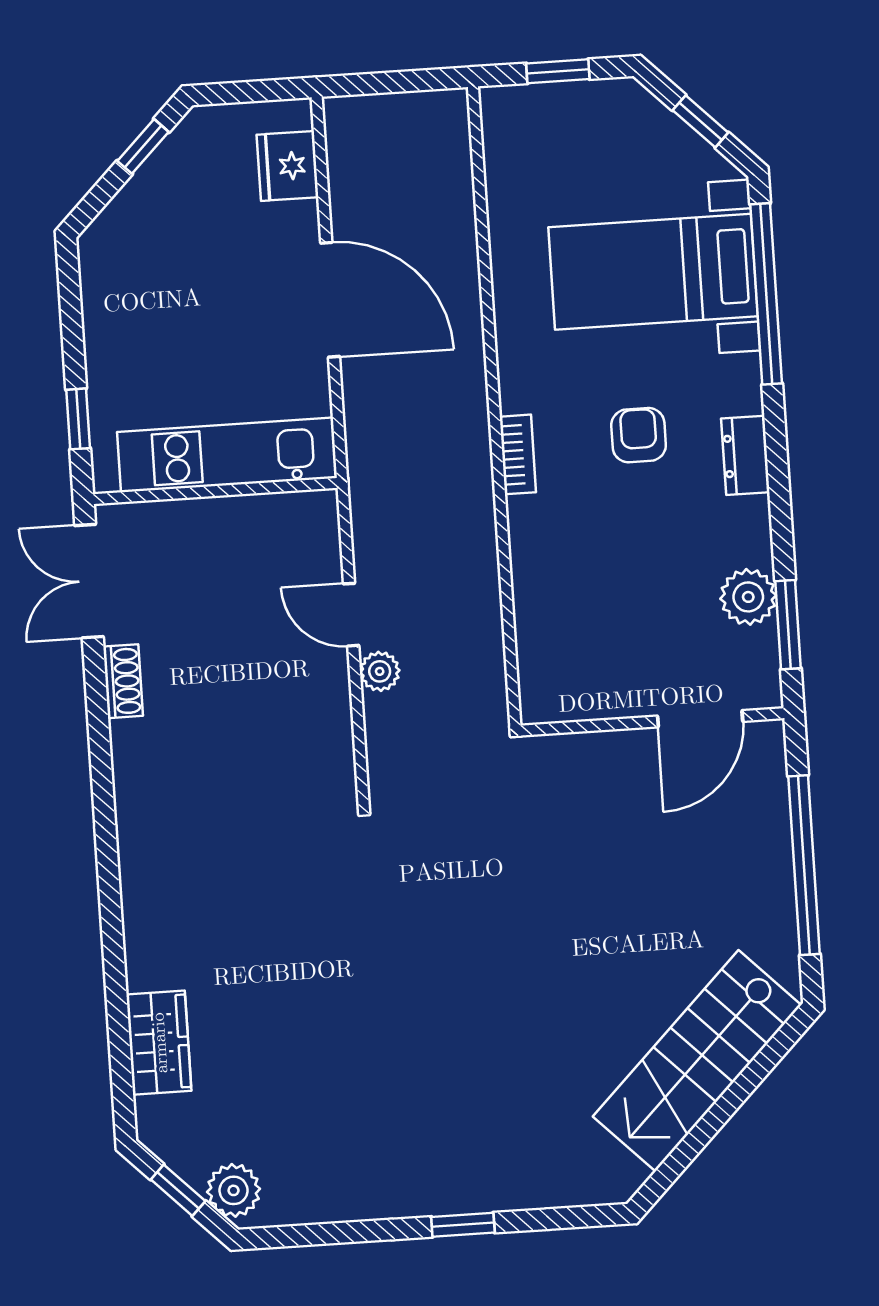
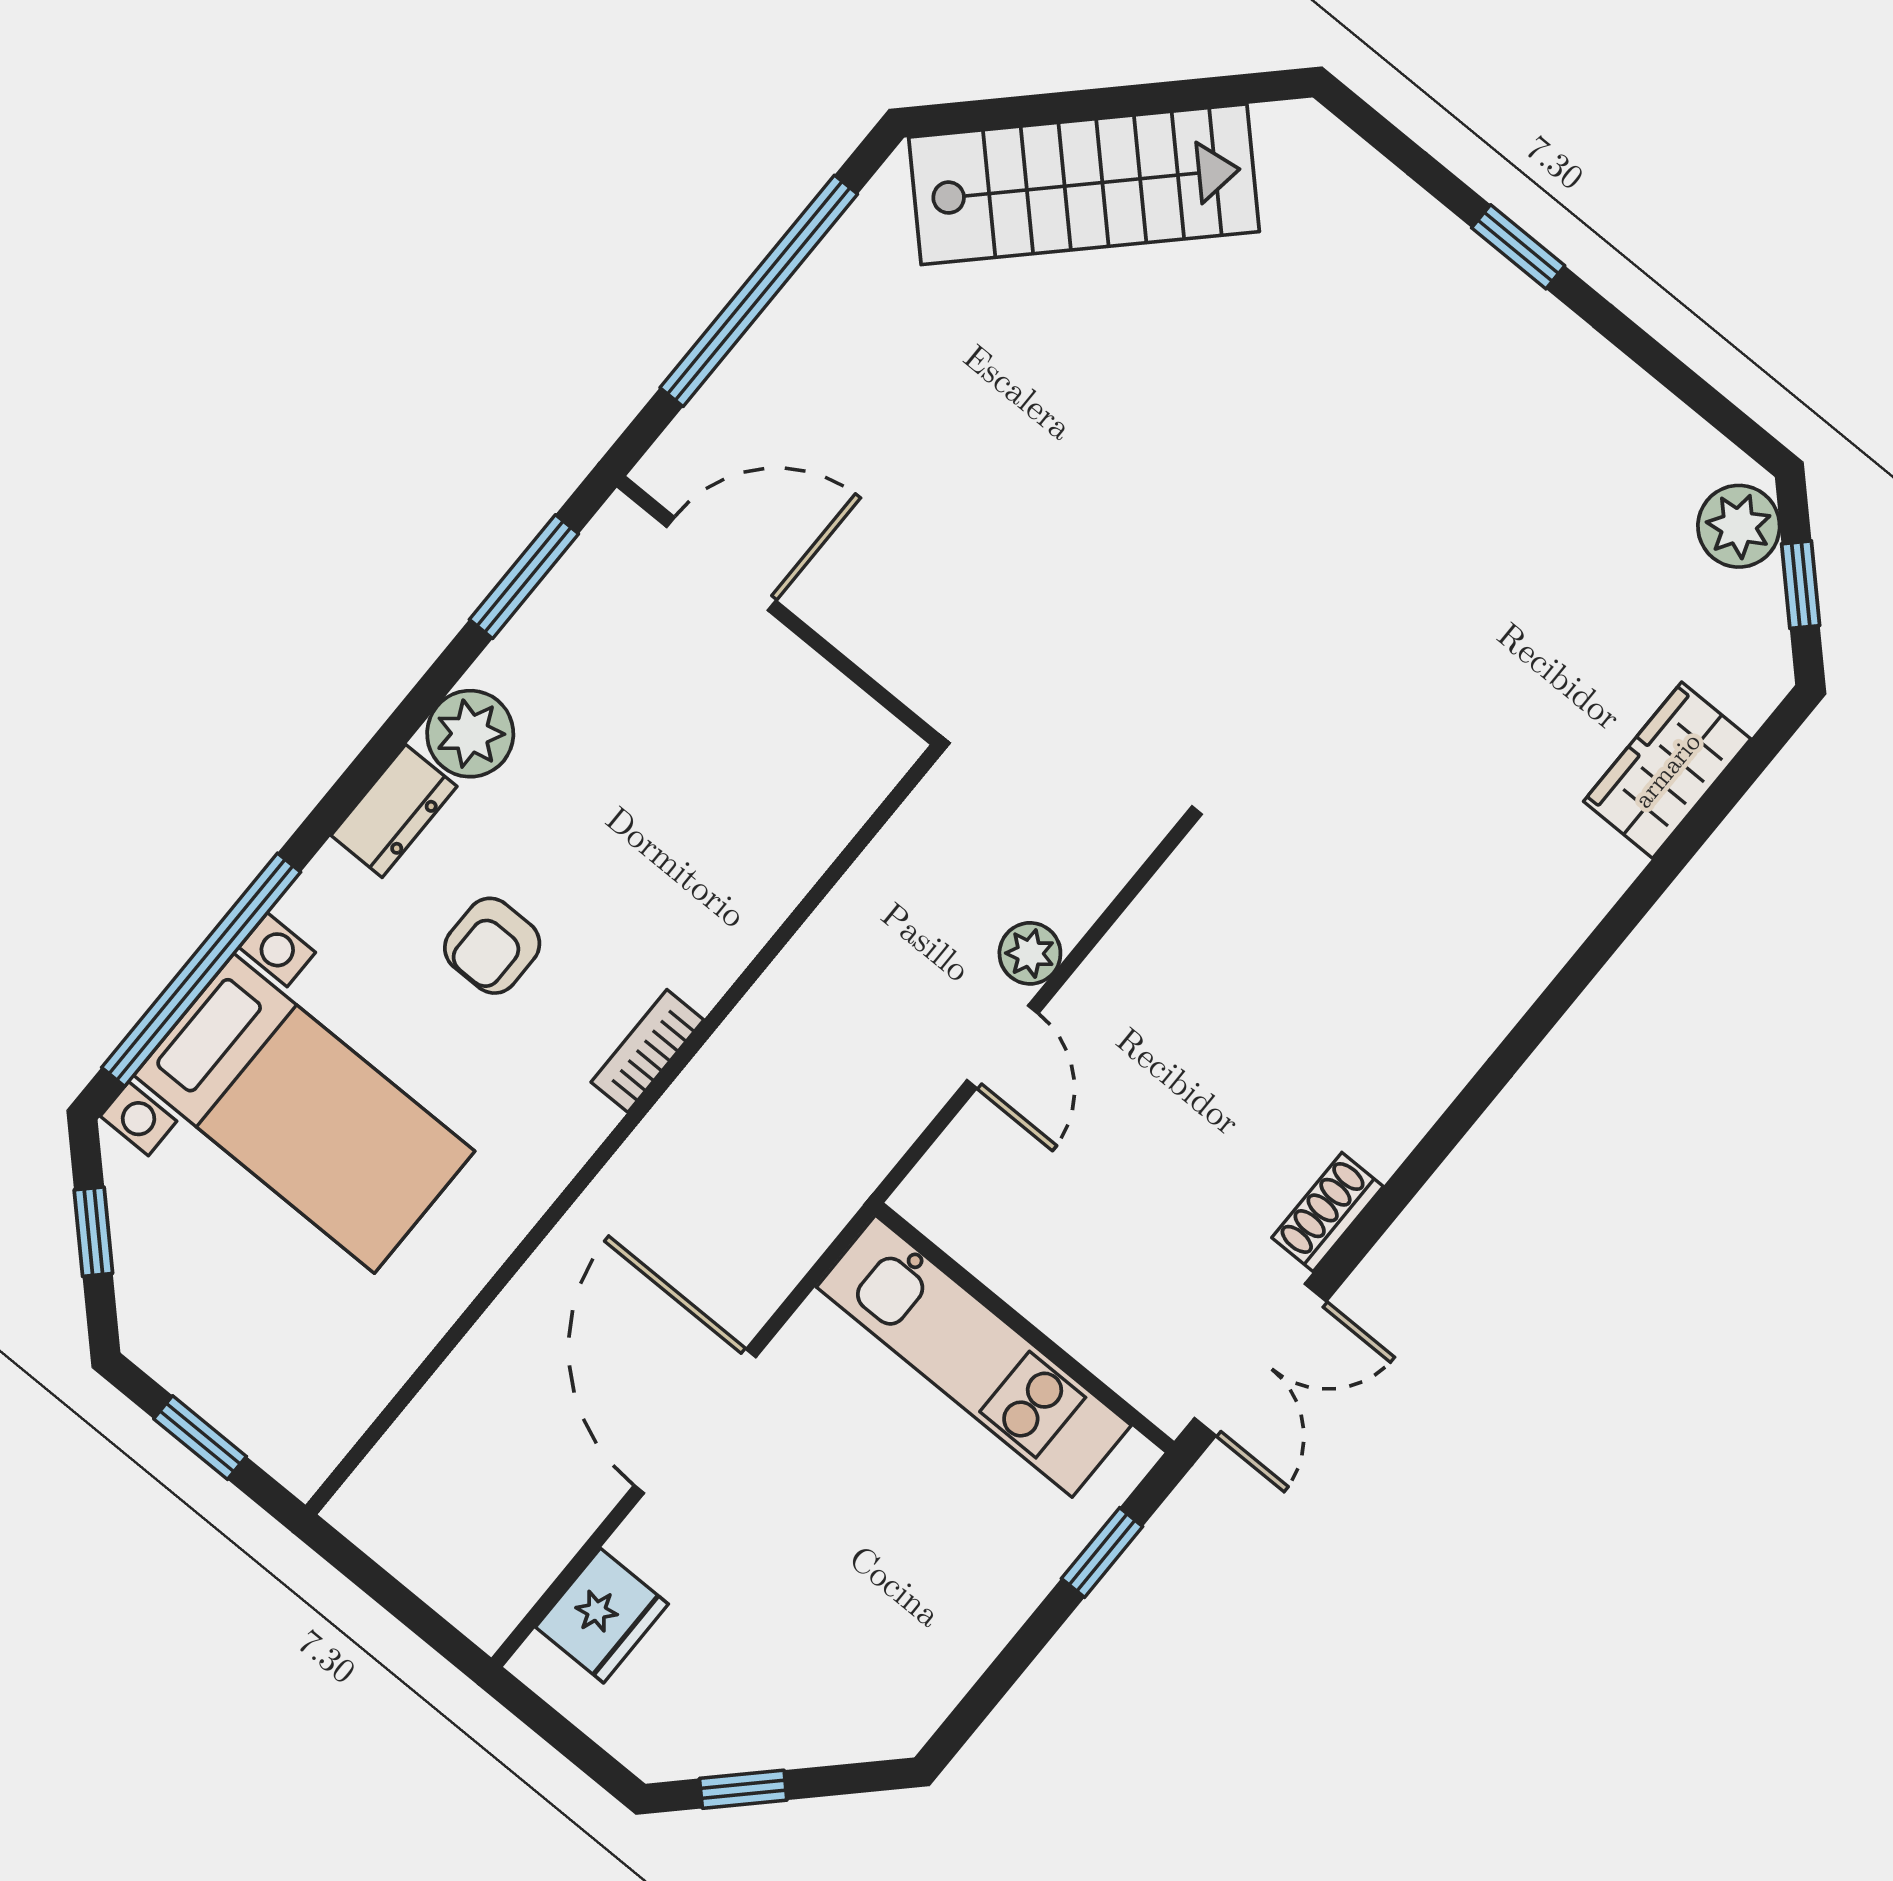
plant: (748, 597) -> (470, 734), moved

